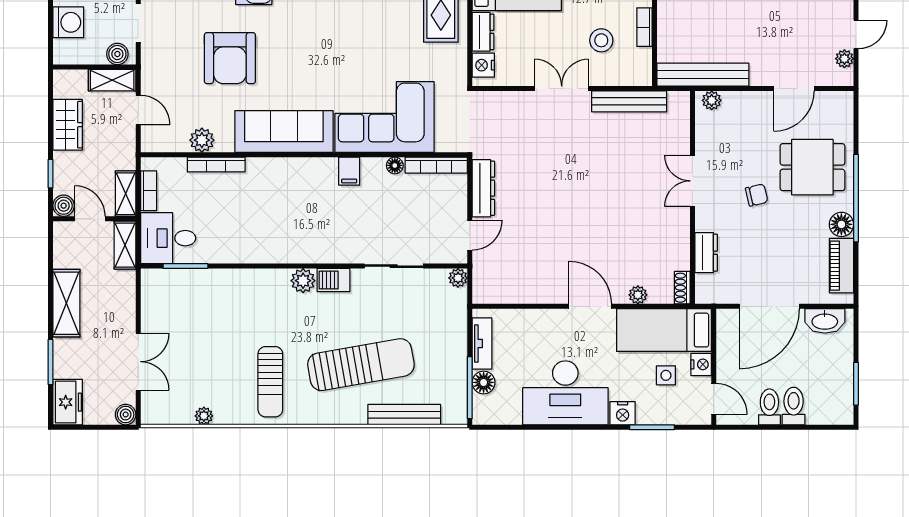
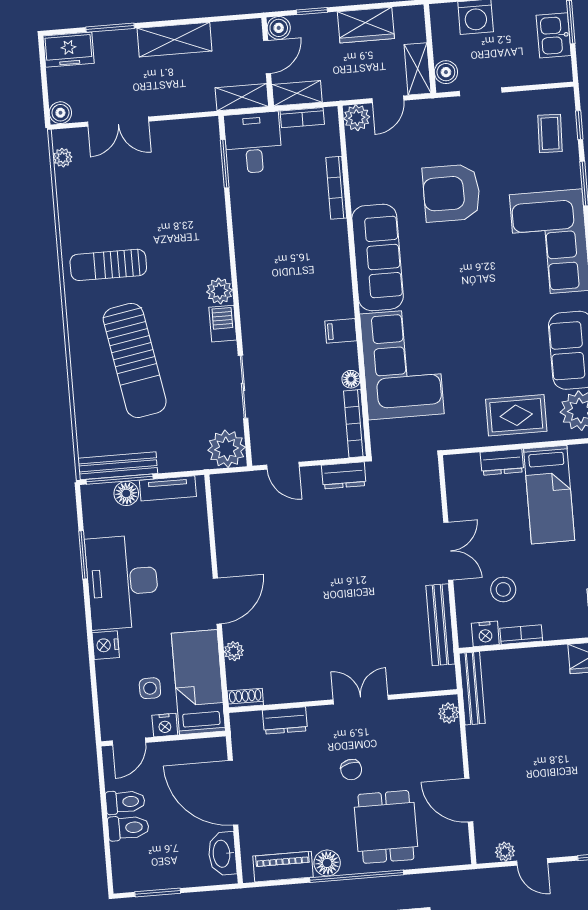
nightstand: (483, 65) -> (485, 634), moved, turned 180
bench: (703, 75) -> (472, 688), width x0.73, depth x0.82
plant: (202, 140) -> (357, 118), moved
dresser: (483, 188) -> (344, 475), width x0.70
plant: (458, 278) -> (227, 449), width x1.88, depth x1.88
bench: (404, 415) -> (118, 466), moved, turned 90
plant: (204, 416) -> (63, 158), moved
window: (652, 427) -> (83, 555), moved

